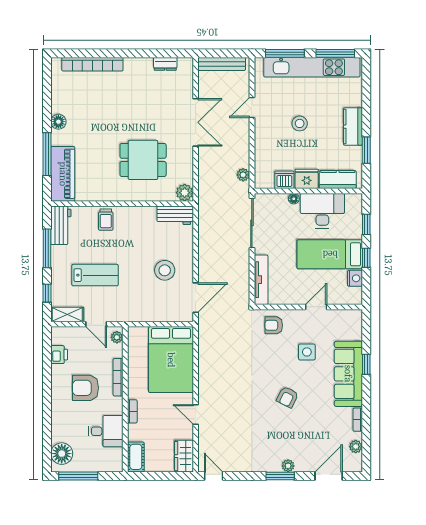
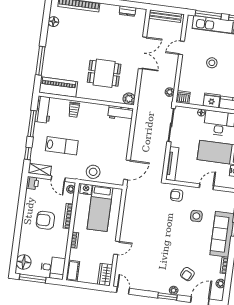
floor lamp: (58, 122) -> (53, 22), moved
piano: (63, 174) -> (58, 87), moved, turned -90
dishwasher: (284, 180) -> (183, 97), moved
stool: (165, 270) -> (93, 172), moved
nightstand: (139, 334) -> (86, 189), added
printer: (59, 355) -> (32, 183), moved
bed: (171, 360) -> (100, 208), width x0.67
armchair: (287, 397) -> (187, 274), moved
door: (196, 414) -> (117, 248), swing flipped
desk: (106, 431) -> (53, 268), moved

